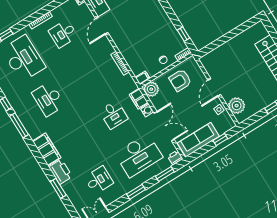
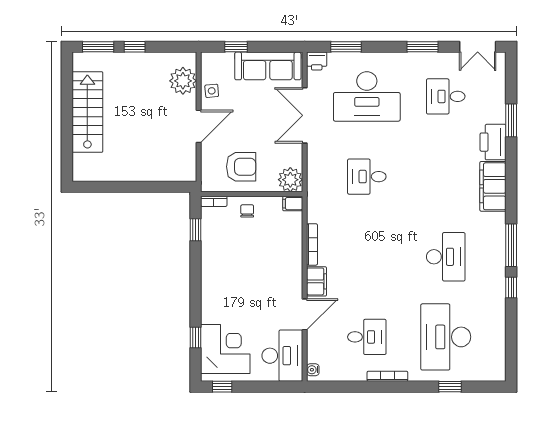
filing cabinet: (139, 99) -> (317, 281), moved
water cooler: (147, 110) -> (315, 153), removed
desk: (114, 115) -> (367, 177), turned -90
desk: (139, 155) -> (367, 96), turned 180
window: (136, 192) -> (423, 47), moved

